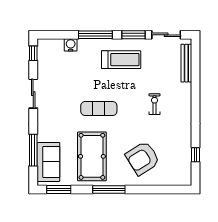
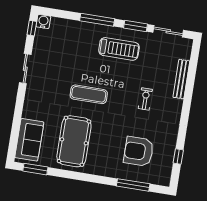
water cooler: (71, 45) -> (43, 21), moved
bench: (186, 63) -> (181, 79), moved
window: (33, 150) -> (16, 126), removed
armchair: (143, 158) -> (139, 151), moved, turned 32
window: (109, 189) -> (133, 185), moved

